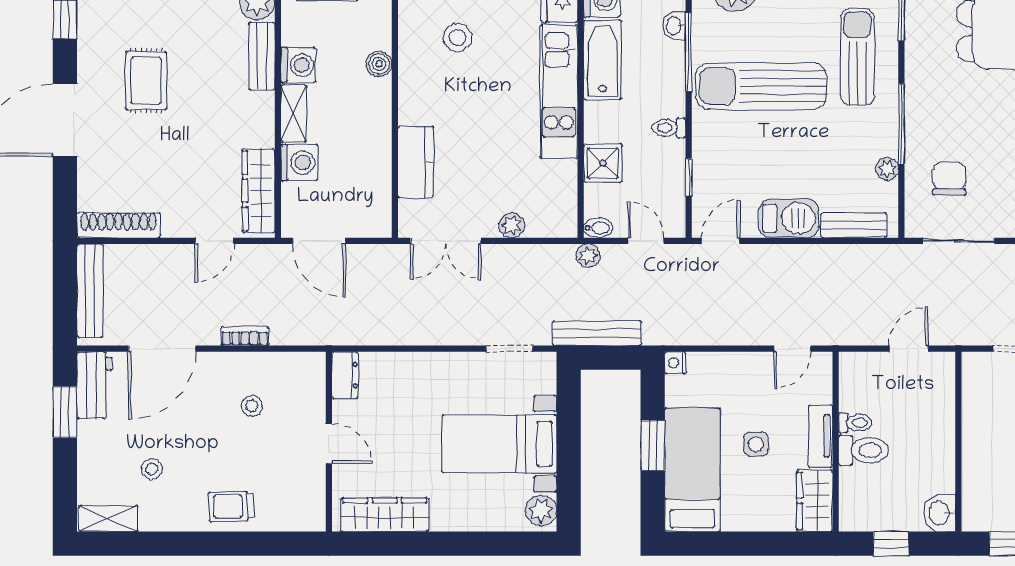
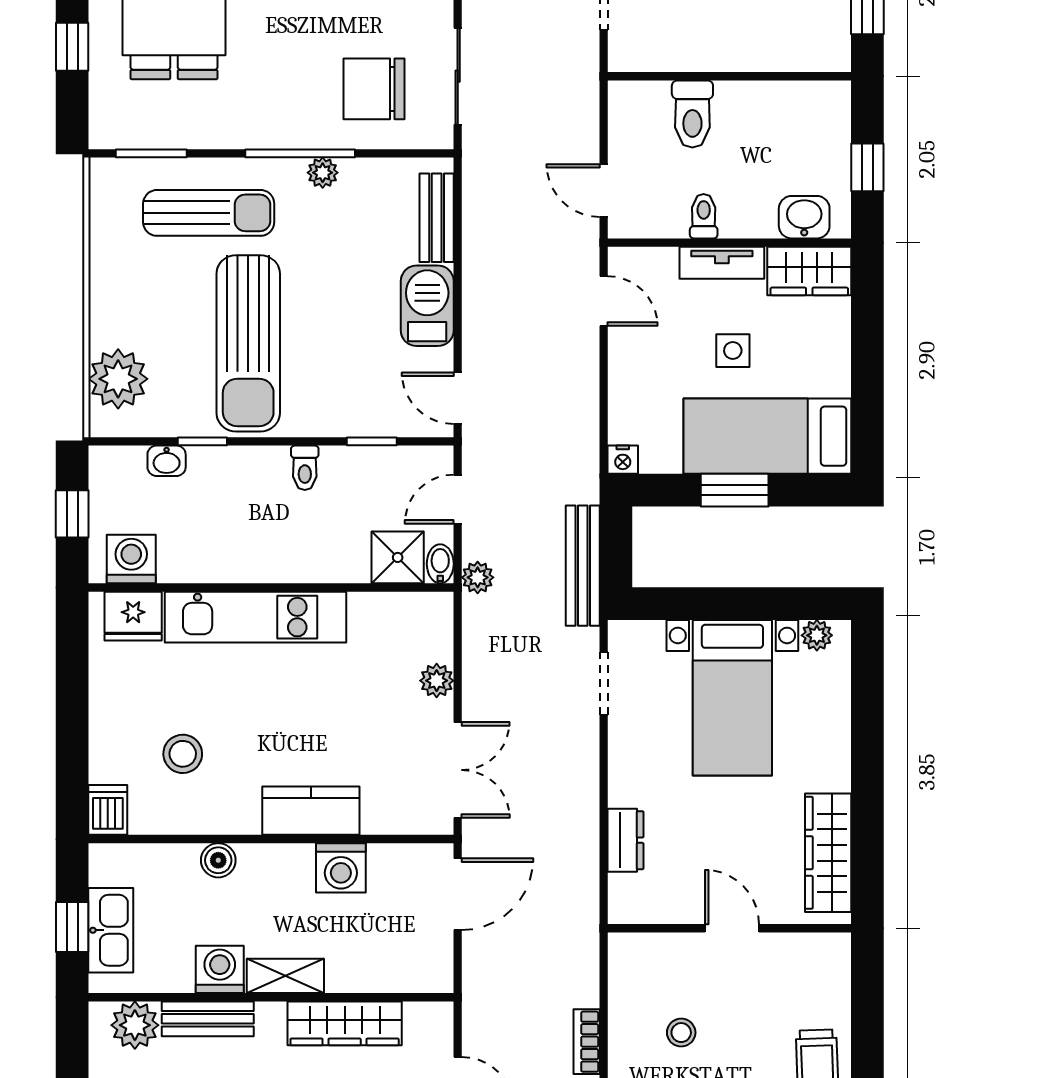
window: (689, 52) -> (202, 441), width x0.46
sun lounger: (857, 57) -> (209, 213), turned 180
bathtub: (603, 60) -> (213, 558), removed
kitchen counter: (416, 162) -> (311, 811), moved
washing machine: (299, 163) -> (341, 868), moved, turned 180
shower: (603, 163) -> (398, 557), moved
plant: (887, 169) -> (323, 173), moved
chair: (949, 179) -> (374, 89), width x1.37, depth x1.37
wardrobe: (259, 191) -> (345, 1023), moved
door: (319, 241) -> (458, 894), moved
door: (909, 349) -> (604, 191), moved
dresser: (345, 375) -> (626, 840), moved, turned 90
door: (329, 444) -> (732, 928), hinge flipped
toilet: (863, 450) -> (692, 114), moved, turned 180
plant: (541, 511) -> (817, 635), width x0.73, depth x0.73
washbasin: (940, 513) -> (804, 217), moved, turned 180

